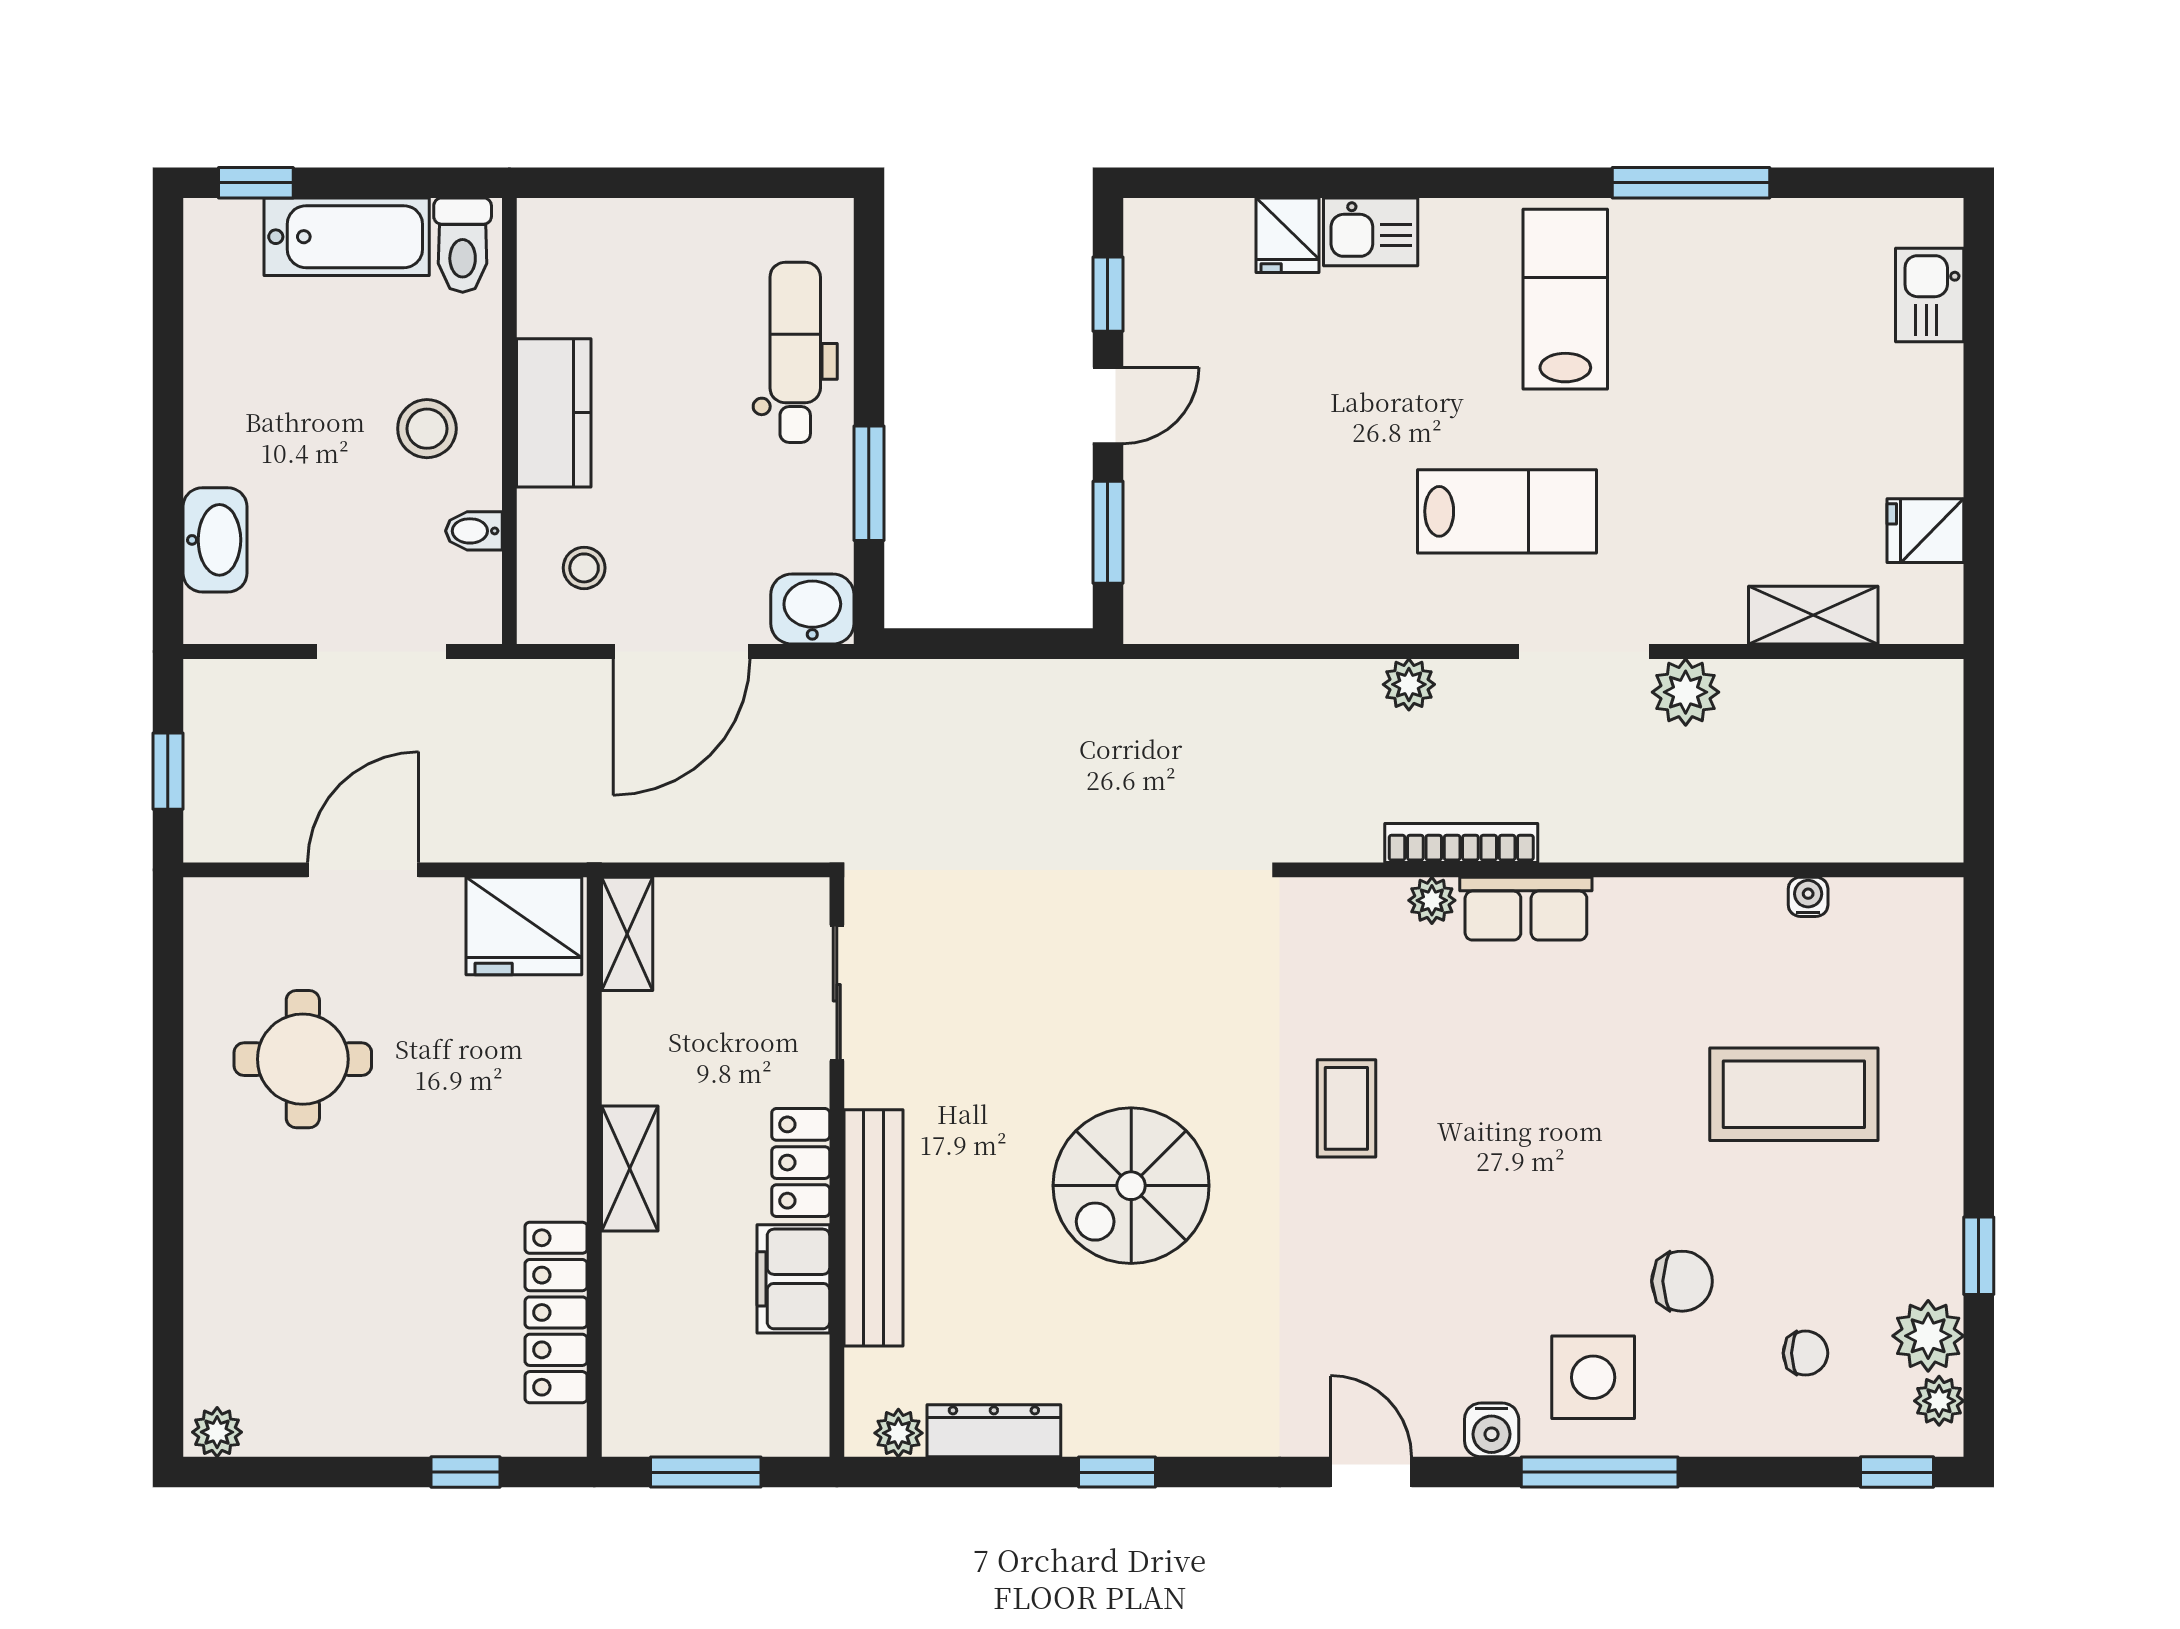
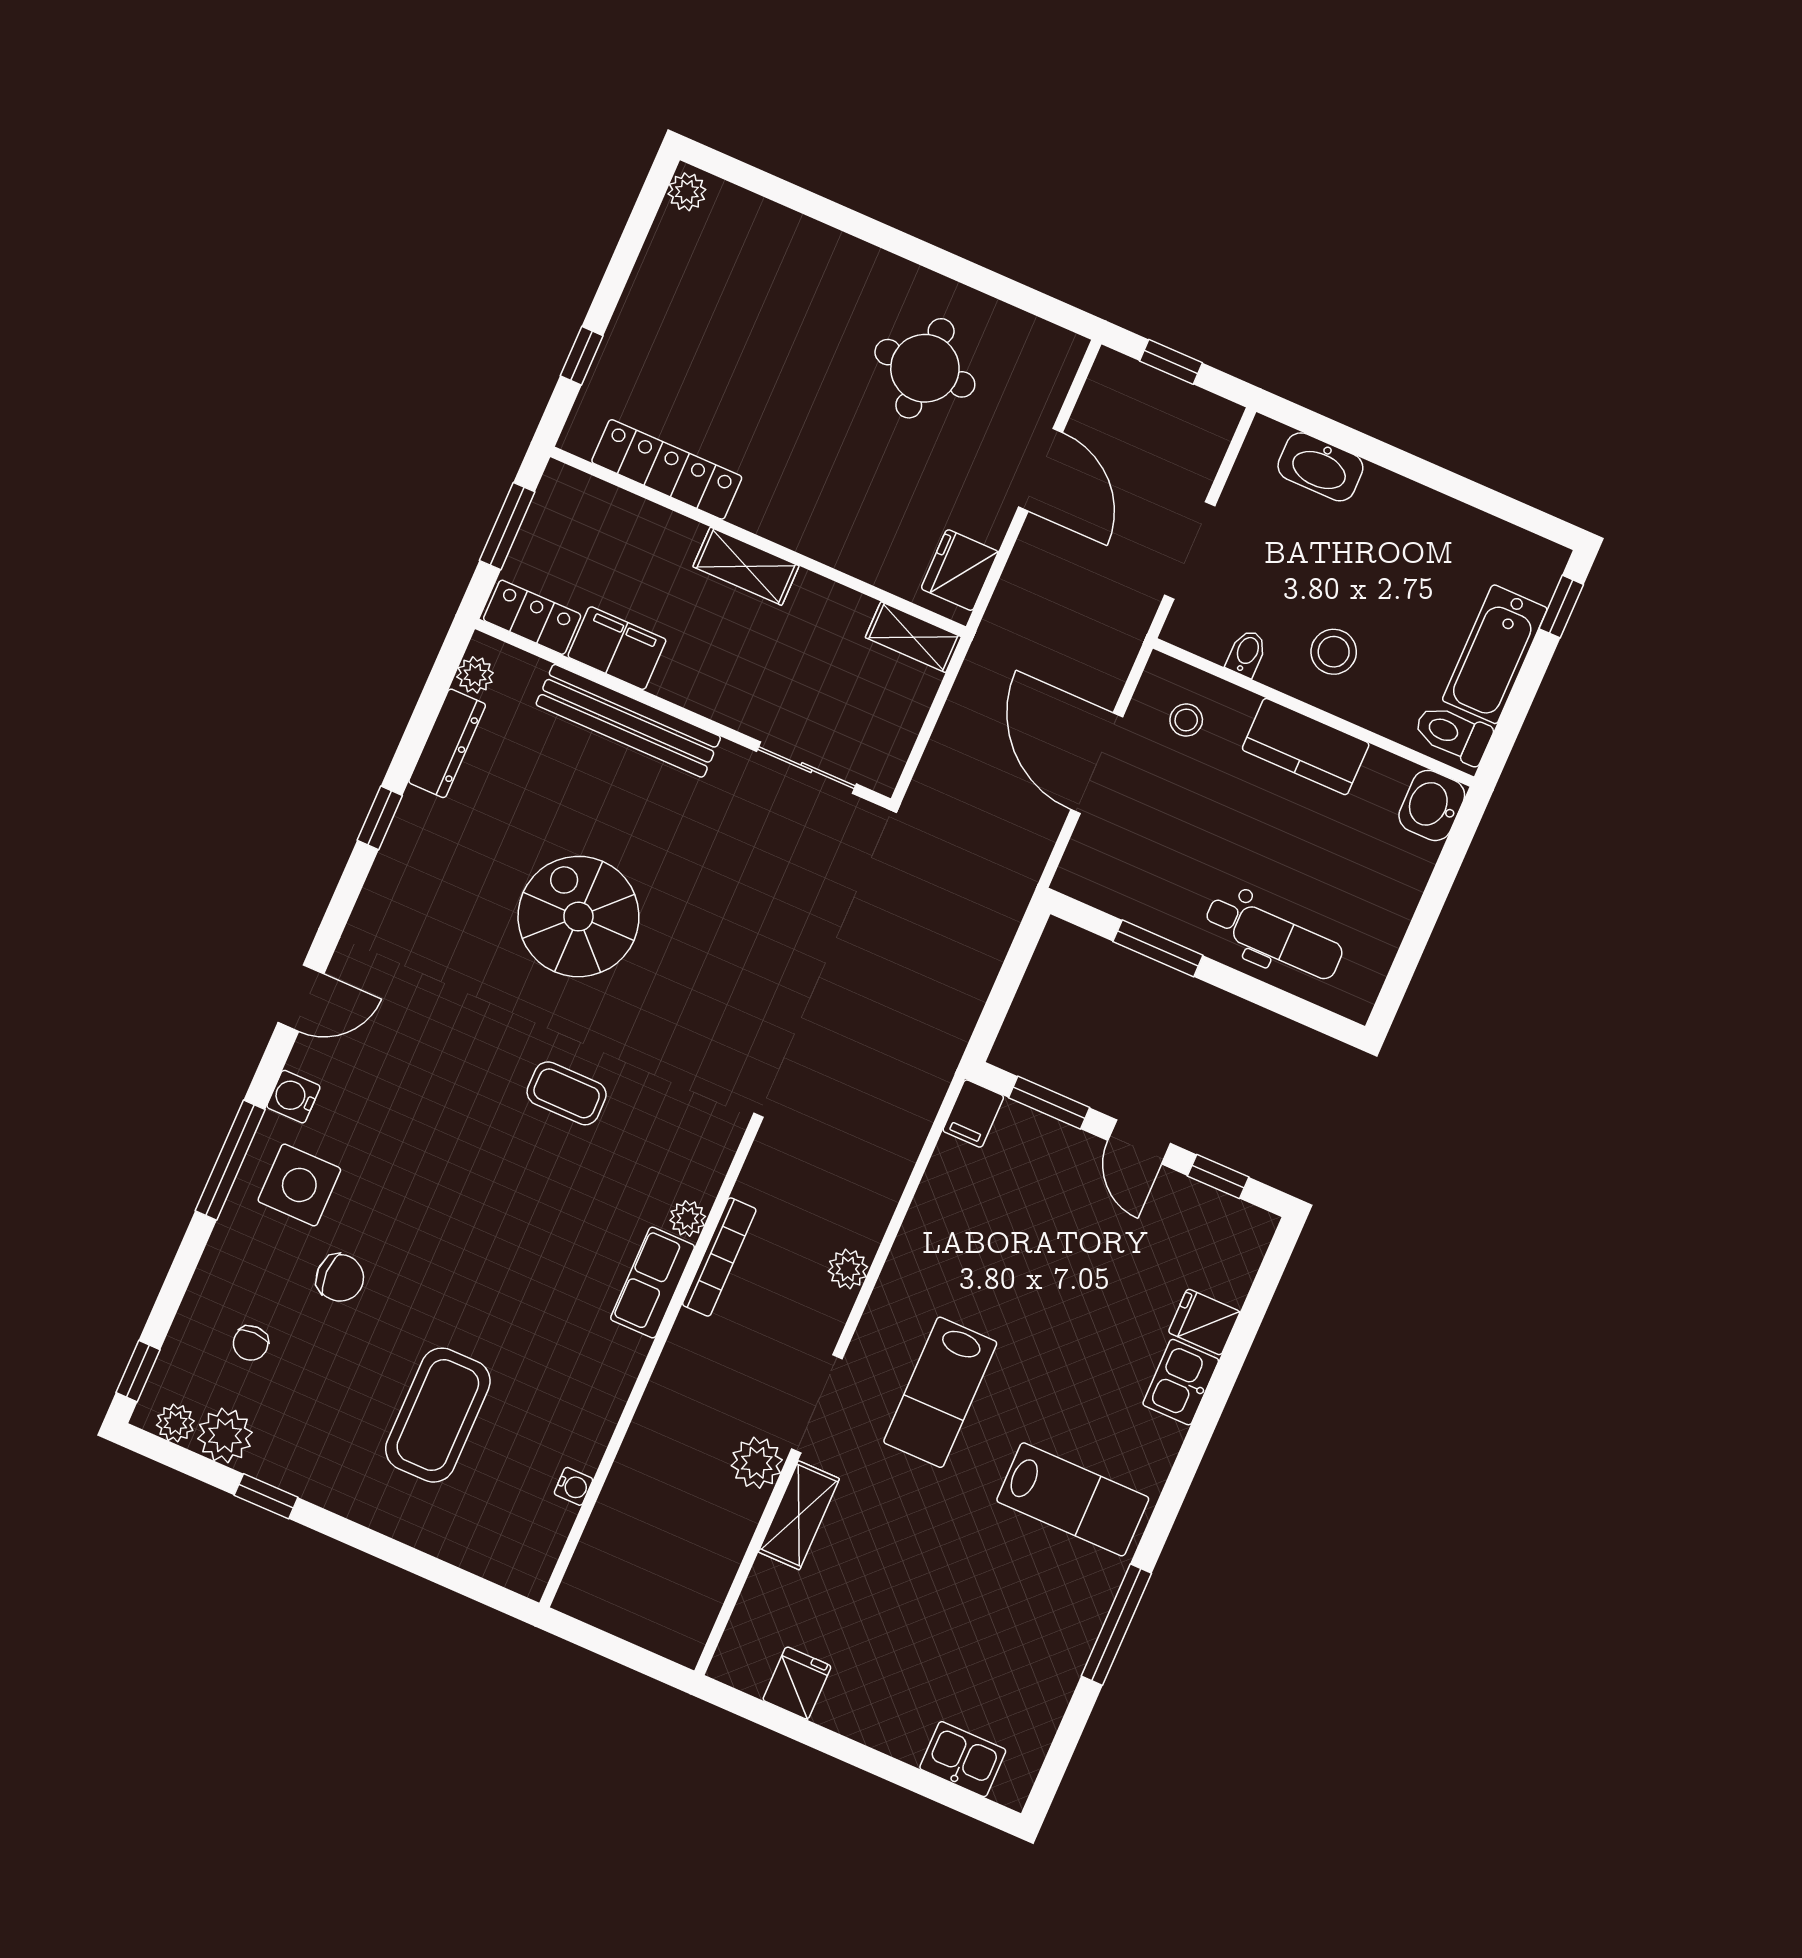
washbasin: (812, 609) -> (1432, 805), moved, turned 180
shelving: (1813, 615) -> (799, 1515), moved
filing cabinet: (1160, 616) -> (973, 1114), added
fridge: (524, 926) -> (960, 570), width x0.73, depth x0.75
locker: (801, 1163) -> (532, 617), moved
chair: (1682, 1281) -> (340, 1278), turned -90

